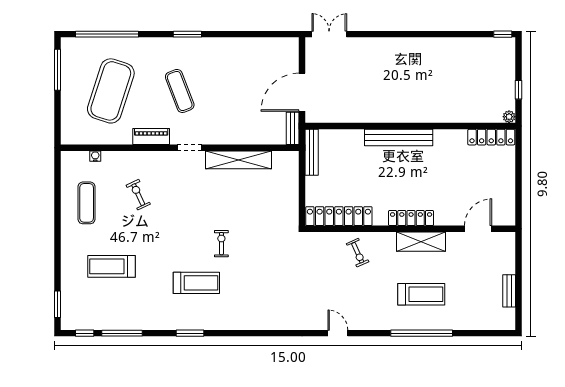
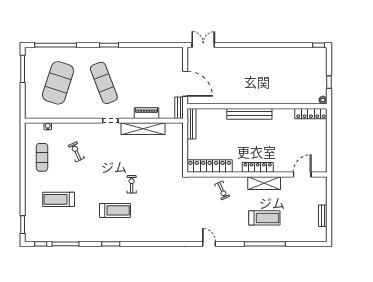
exercise mat: (180, 91) -> (104, 83), width x1.36, depth x1.45
door: (302, 92) -> (185, 84), swing flipped
piano: (151, 136) -> (146, 113), moved

